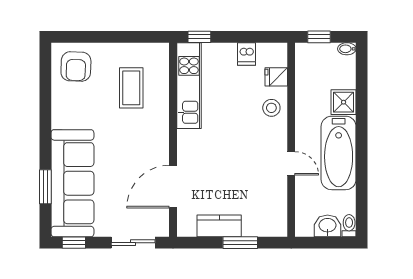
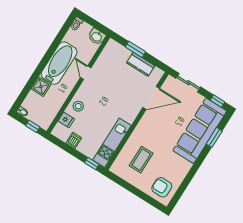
armchair: (76, 66) -> (162, 187), turned -92
washbasin: (328, 226) -> (97, 37), moved

